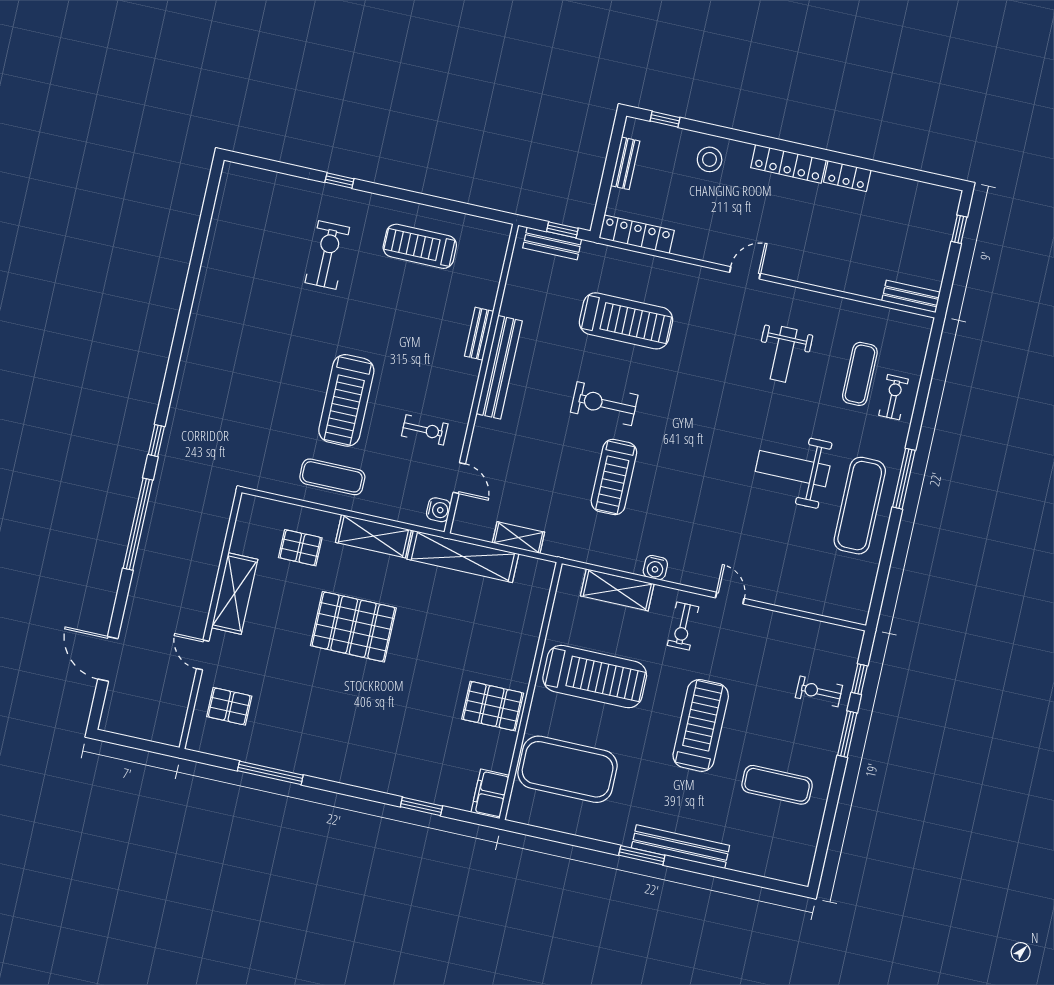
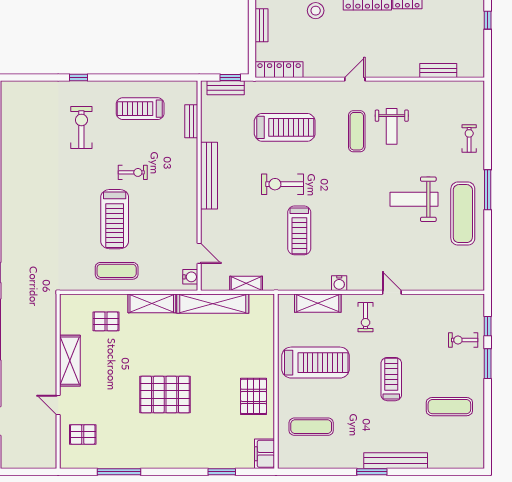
bench: (911, 296) -> (438, 70), moved
bench: (479, 334) -> (191, 121), moved
exercise mat: (860, 374) -> (357, 131), moved
exercise bike: (425, 430) -> (133, 172), moved
pallet: (353, 627) -> (165, 395), moved
pallet: (493, 706) -> (254, 396), turned 90
treadmill: (701, 725) -> (391, 379), width x0.73, depth x0.73
exercise mat: (568, 769) -> (311, 427), width x0.50, depth x0.69

